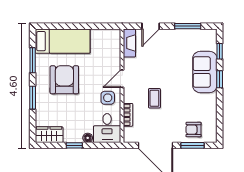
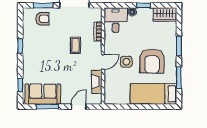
fireplace: (129, 43) -> (97, 82), moved
sofa: (205, 72) -> (43, 94), moved, turned -90
window: (220, 79) -> (20, 46), moved
side table: (108, 98) -> (126, 62), moved

